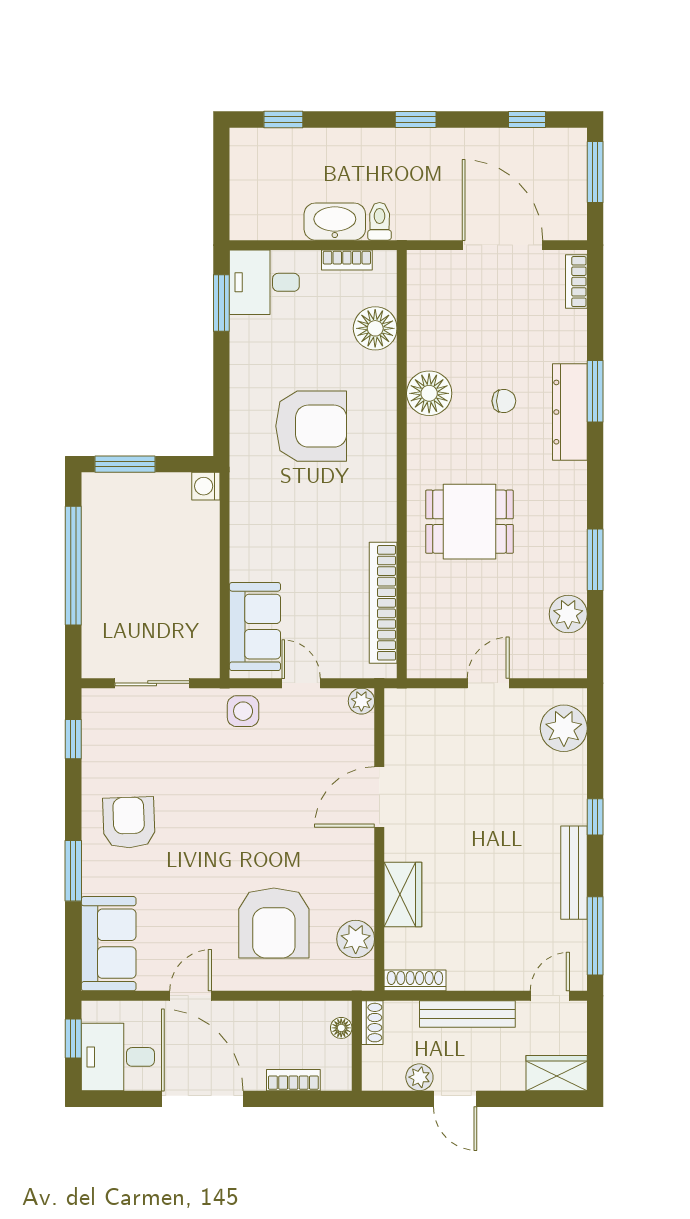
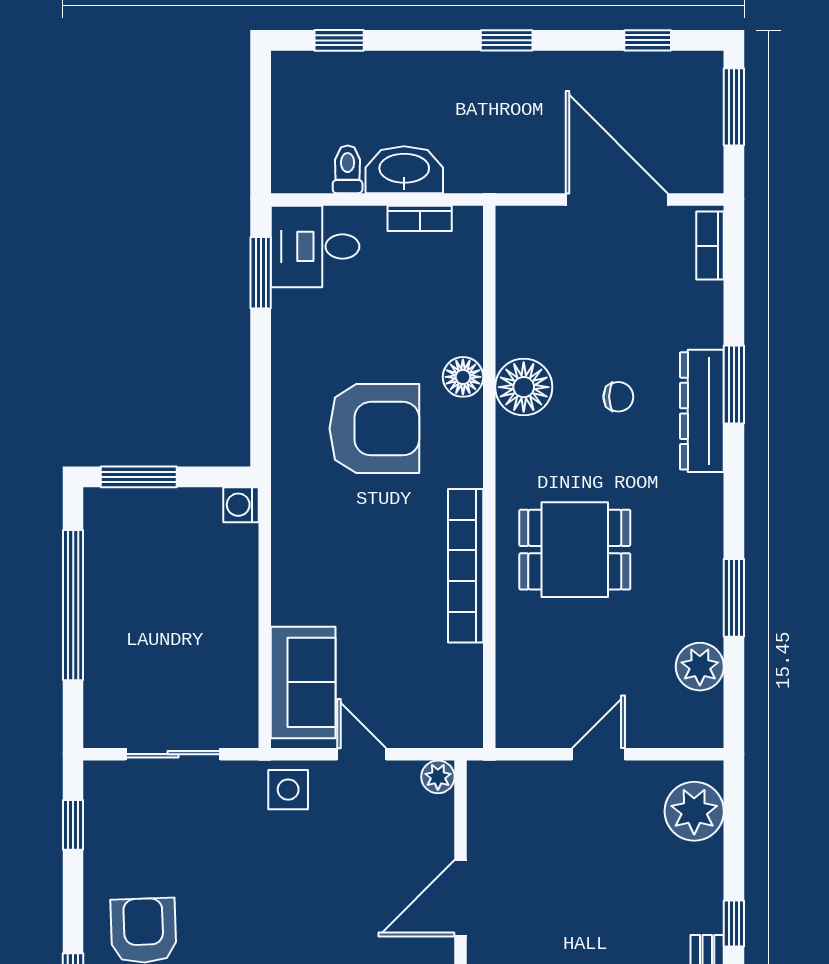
toilet: (380, 221) -> (348, 169), moved
floor lamp: (375, 328) -> (463, 377), moved, width x0.73, depth x0.73
bookcase: (383, 603) -> (466, 566), moved

